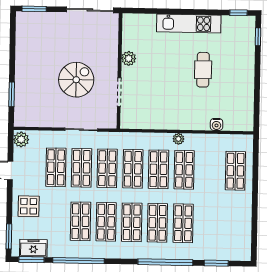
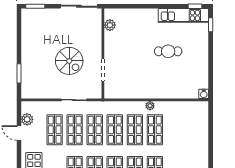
kitchen unit: (189, 24) -> (183, 15), moved
plant: (129, 58) -> (110, 25), moved
cafe table: (203, 70) -> (168, 51), turned 90
spiral stairs: (76, 80) -> (69, 61), turned 90
water cooler: (217, 124) -> (204, 94), moved
plant: (21, 139) -> (27, 119), moved
shop shelf: (235, 171) -> (195, 130), removed

